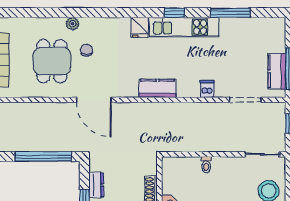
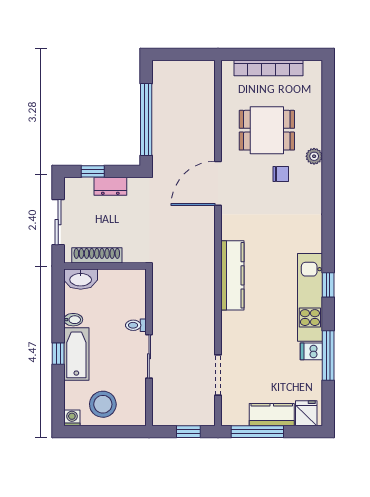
fridge: (140, 27) -> (306, 413), moved, turned 90
kitchen counter: (277, 71) -> (272, 415), moved
kitchen counter: (158, 88) -> (232, 275), width x1.50
dishwasher: (207, 89) -> (311, 351), moved, turned 180
sliding door: (263, 154) -> (149, 356), moved

